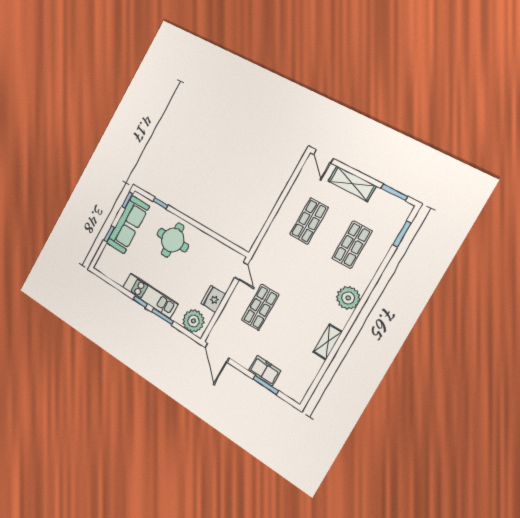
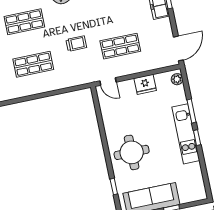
door: (241, 271) -> (108, 81), swing flipped
trolley: (294, 273) -> (76, 44), added
plant: (193, 321) -> (177, 79), width x0.53, depth x0.53

